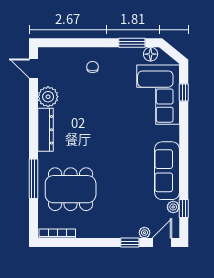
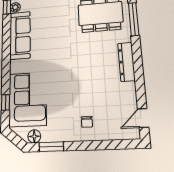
door: (33, 68) -> (143, 118), swing flipped
plant: (48, 97) -> (127, 92), removed

